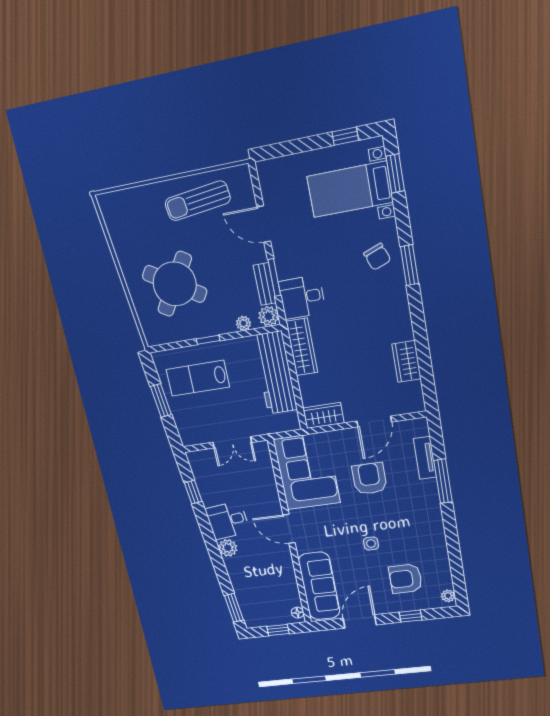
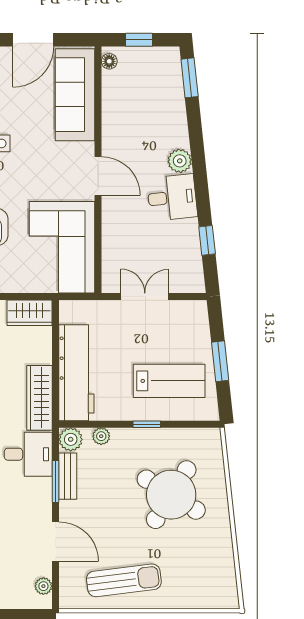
plant: (266, 181) -> (43, 586), added

